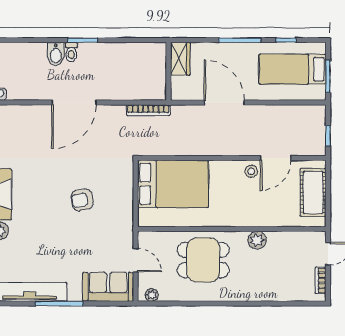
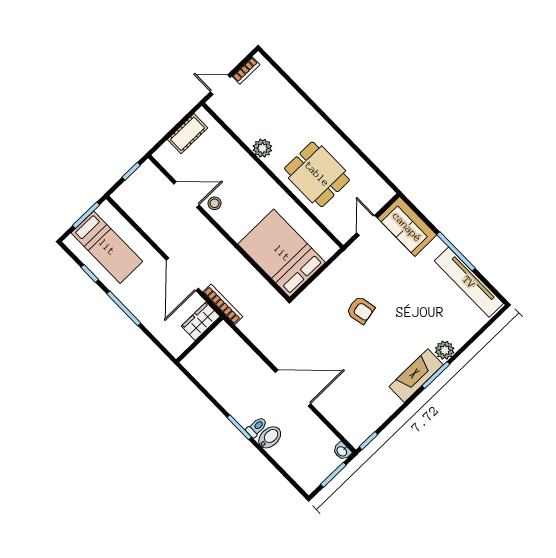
wardrobe: (180, 59) -> (201, 321), moved
bookcase: (148, 110) -> (223, 304), moved
cot: (313, 192) -> (187, 134), width x0.73, depth x0.75
plant: (152, 295) -> (381, 188), removed

